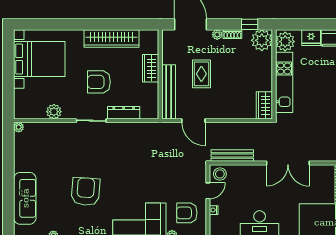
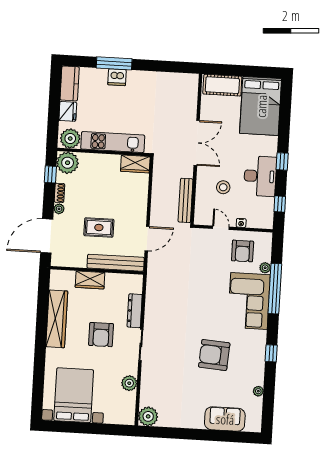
plant: (19, 127) -> (148, 416), width x1.88, depth x1.88
stool: (220, 174) -> (223, 187), moved
sofa: (25, 198) -> (225, 419), width x0.73

